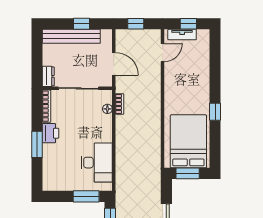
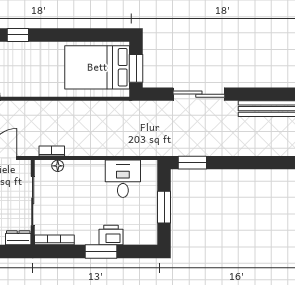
window: (215, 112) -> (18, 35), moved
printer: (50, 133) -> (111, 235), moved
desk: (97, 163) -> (123, 179), width x0.73
window: (86, 196) -> (164, 207), moved

